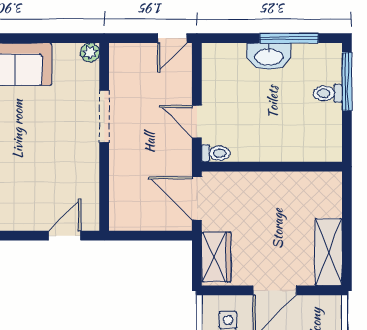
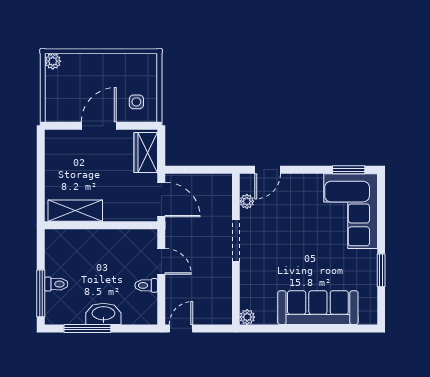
doorway: (104, 116) -> (236, 241), moved
toilet: (216, 153) -> (146, 285), moved
plant: (91, 196) -> (247, 201), added
shelving: (329, 252) -> (75, 211), moved, turned 90

